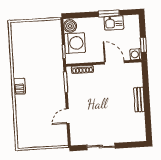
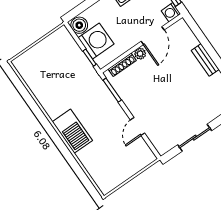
door: (114, 62) -> (153, 36), swing flipped
plant: (99, 69) -> (140, 54), added
barbecue: (19, 86) -> (72, 131), width x1.88, depth x1.53

